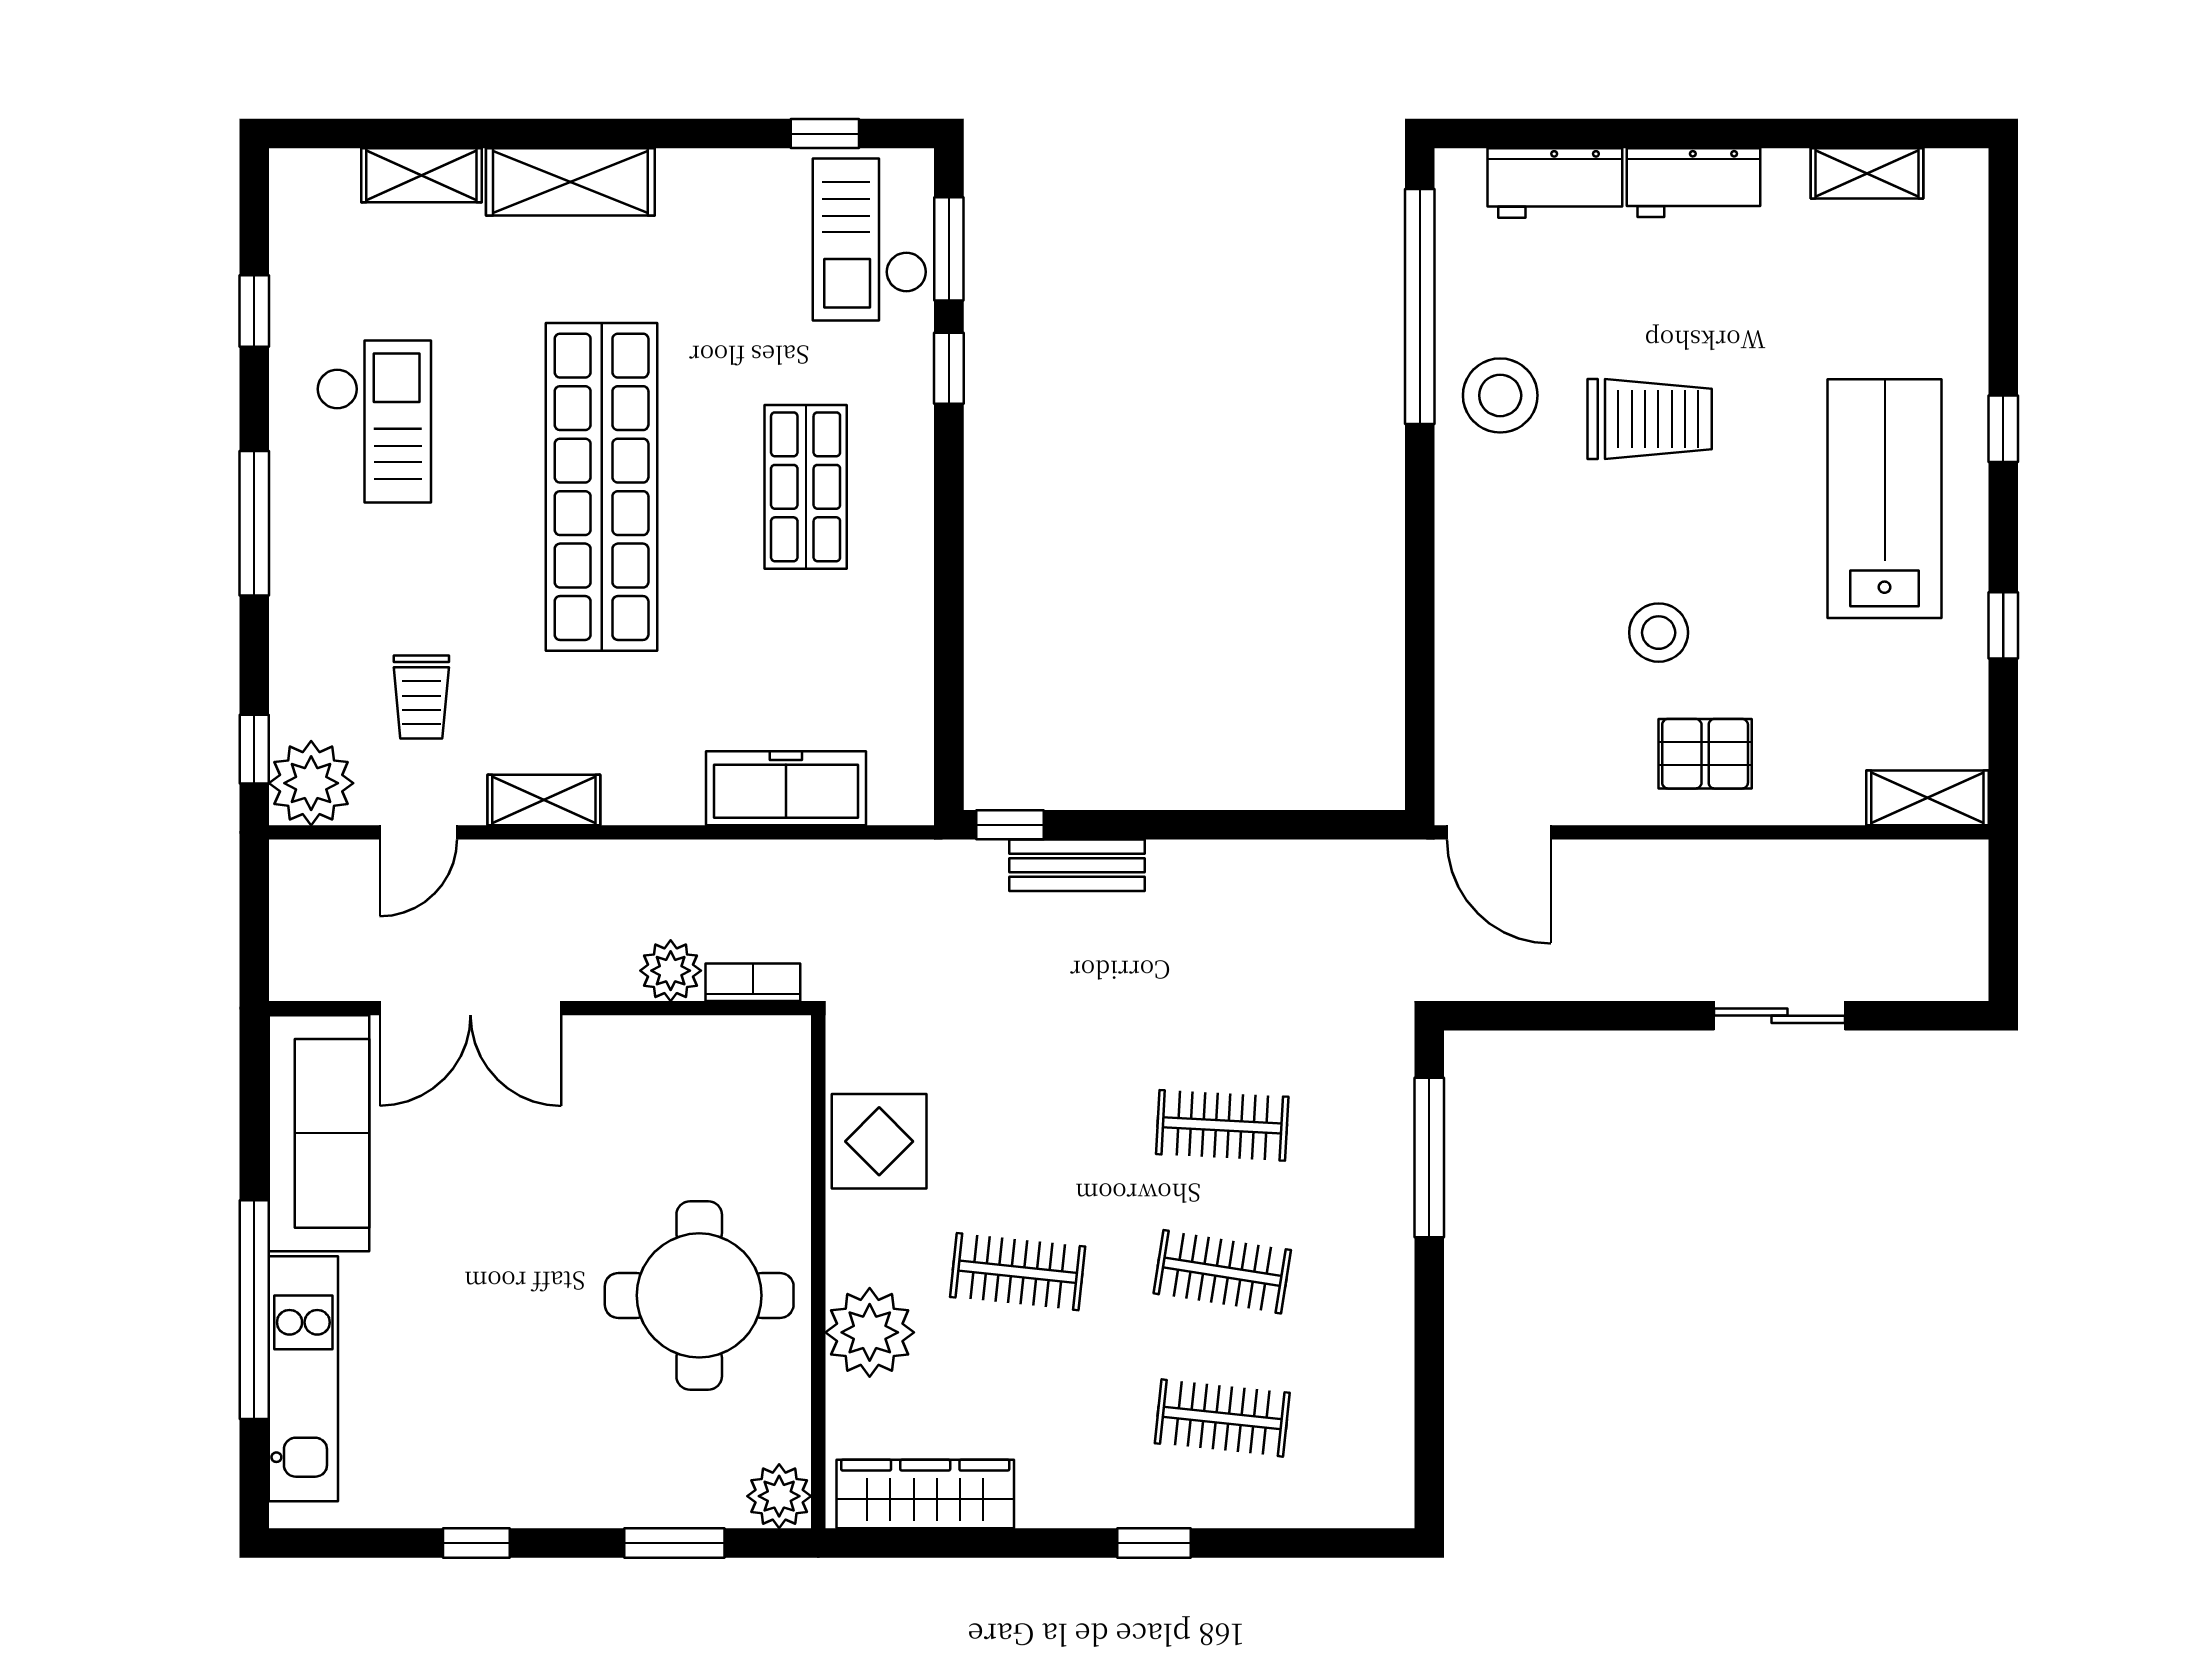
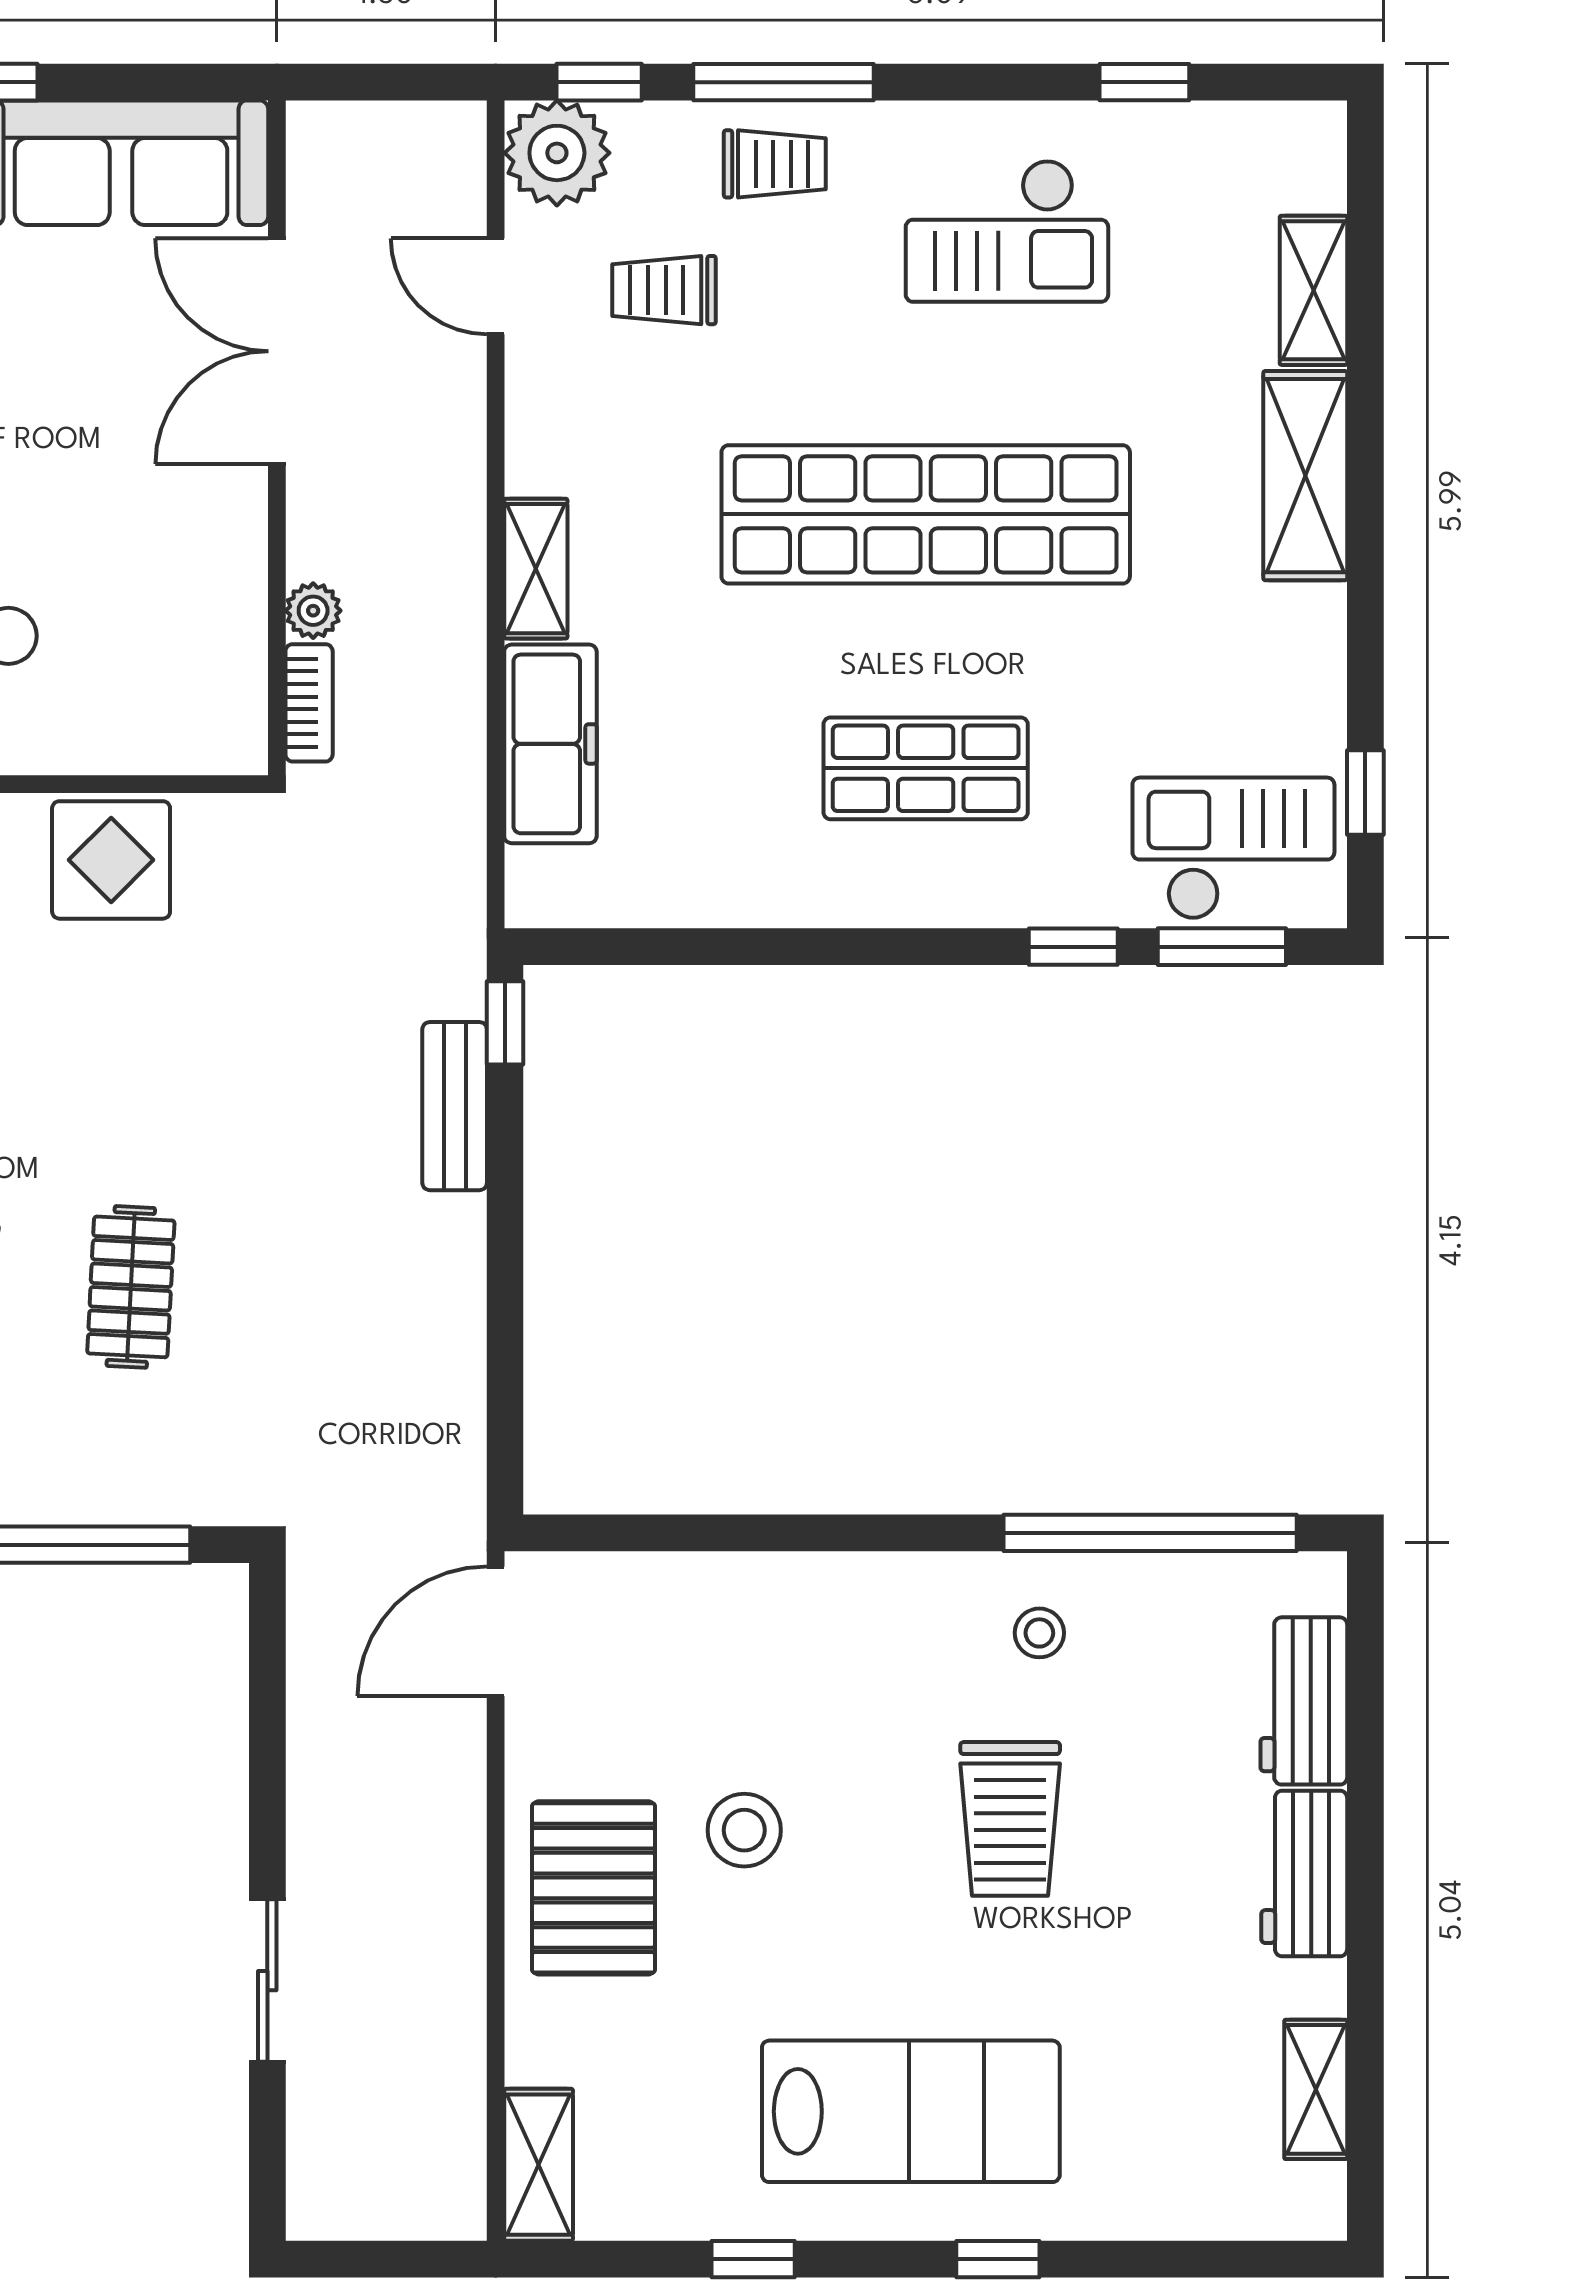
stool: (1500, 395) -> (1039, 1633), width x0.53, depth x0.53
window: (254, 523) -> (783, 82), moved
trolley: (320, 608) -> (775, 164), added
pallet: (1705, 754) -> (593, 1888), width x1.50, depth x1.42
shelving: (544, 800) -> (536, 569), moved
plant: (671, 971) -> (313, 611), width x0.73, depth x0.73

